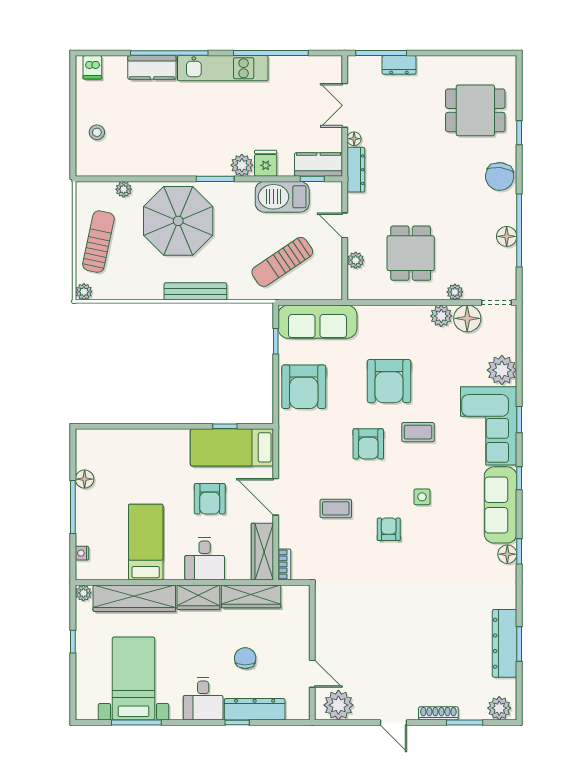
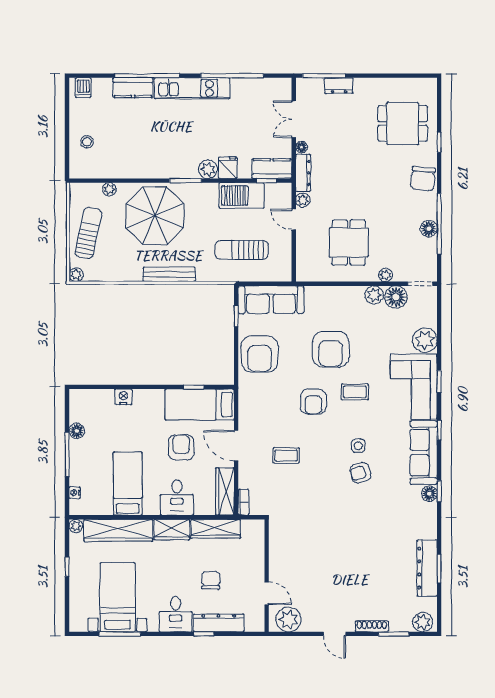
plant: (356, 260) -> (303, 200), moved
sun lounger: (282, 262) -> (242, 250), turned 34
nightstand: (140, 438) -> (123, 397), added
armchair: (210, 499) -> (181, 447), turned 180
armchair: (389, 529) -> (360, 473), moved, turned -106

